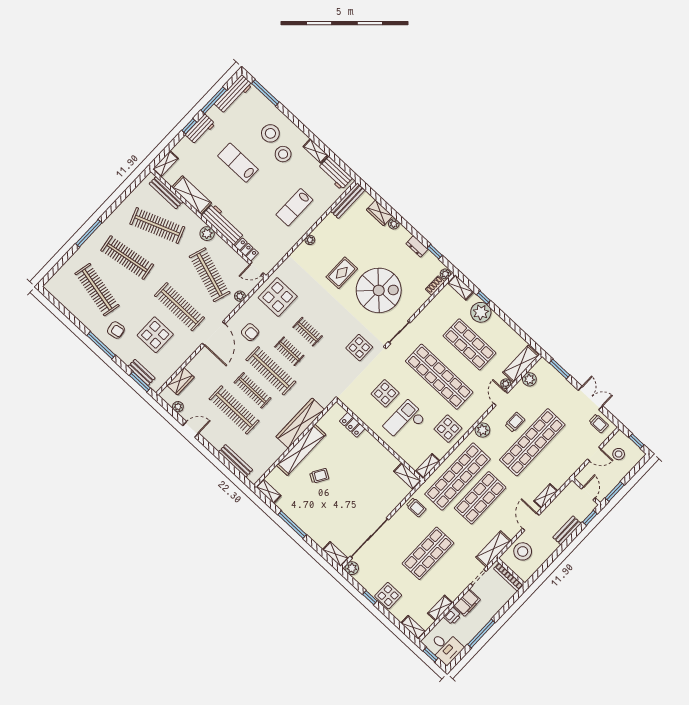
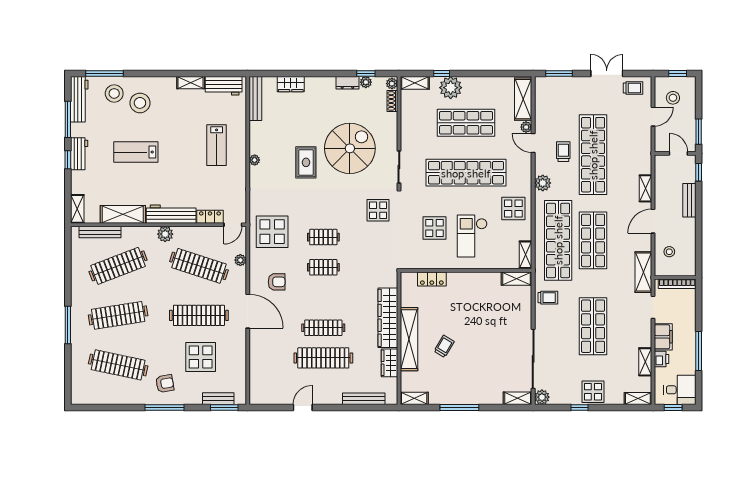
stool: (283, 154) -> (114, 93), moved
plant: (394, 224) -> (366, 82), moved
clothes rail: (271, 371) -> (323, 298), removed
plant: (529, 379) -> (542, 105), removed
wardrobe: (181, 381) -> (389, 363), moved, turned 180
plant: (178, 407) -> (275, 399), removed
door: (531, 522) -> (653, 221), hinge flipped
stool: (523, 551) -> (669, 252), width x0.53, depth x0.53

